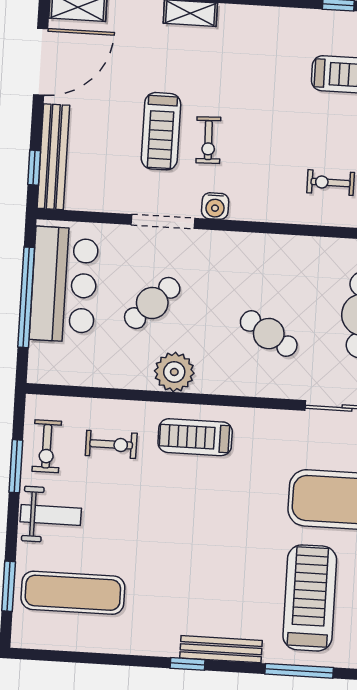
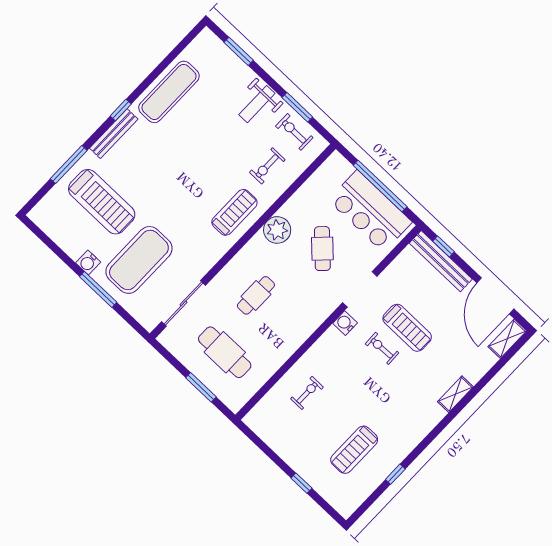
treadmill: (161, 131) -> (407, 328), turned 180
cafe table: (269, 334) -> (256, 295), turned -31
exercise mat: (73, 593) -> (169, 92), moved

